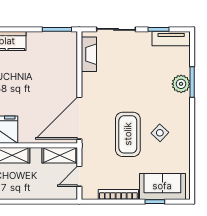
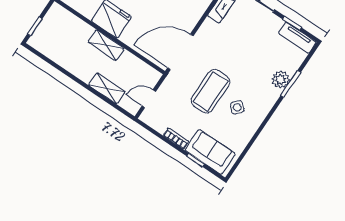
shelving: (60, 155) -> (107, 88), moved
bookcase: (118, 195) -> (176, 138), width x0.64

